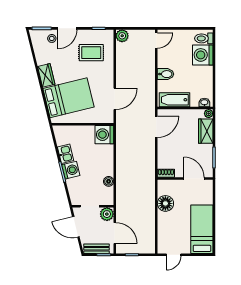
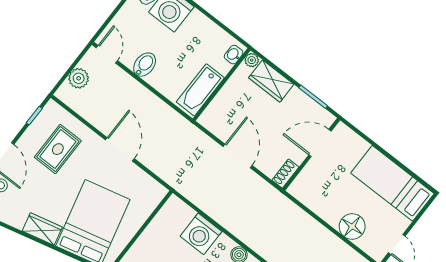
plant: (122, 36) -> (79, 78), moved
bidet: (166, 74) -> (145, 65), moved
door: (115, 99) -> (120, 149), moved
door: (156, 127) -> (238, 156), moved
washing machine: (104, 135) -> (201, 234), moved
floor lamp: (165, 203) -> (352, 226), moved

